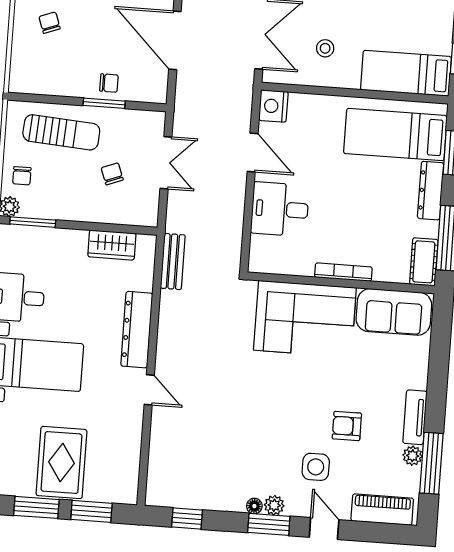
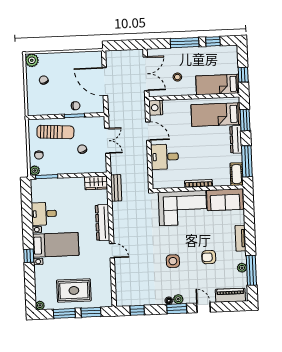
wardrobe: (112, 245) -> (96, 183), moved
tv unit: (415, 417) -> (240, 238), moved
rug: (61, 463) -> (74, 290), turned 90
side table: (316, 467) -> (173, 261), moved

